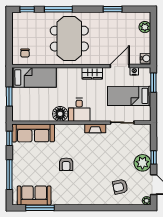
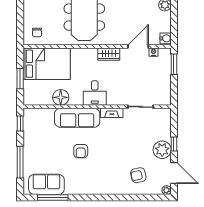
bed: (34, 77) -> (47, 64), width x1.50
bed: (129, 96) -> (148, 78), removed
floor lamp: (60, 114) -> (61, 97), moved
sofa: (33, 133) -> (77, 118), moved

